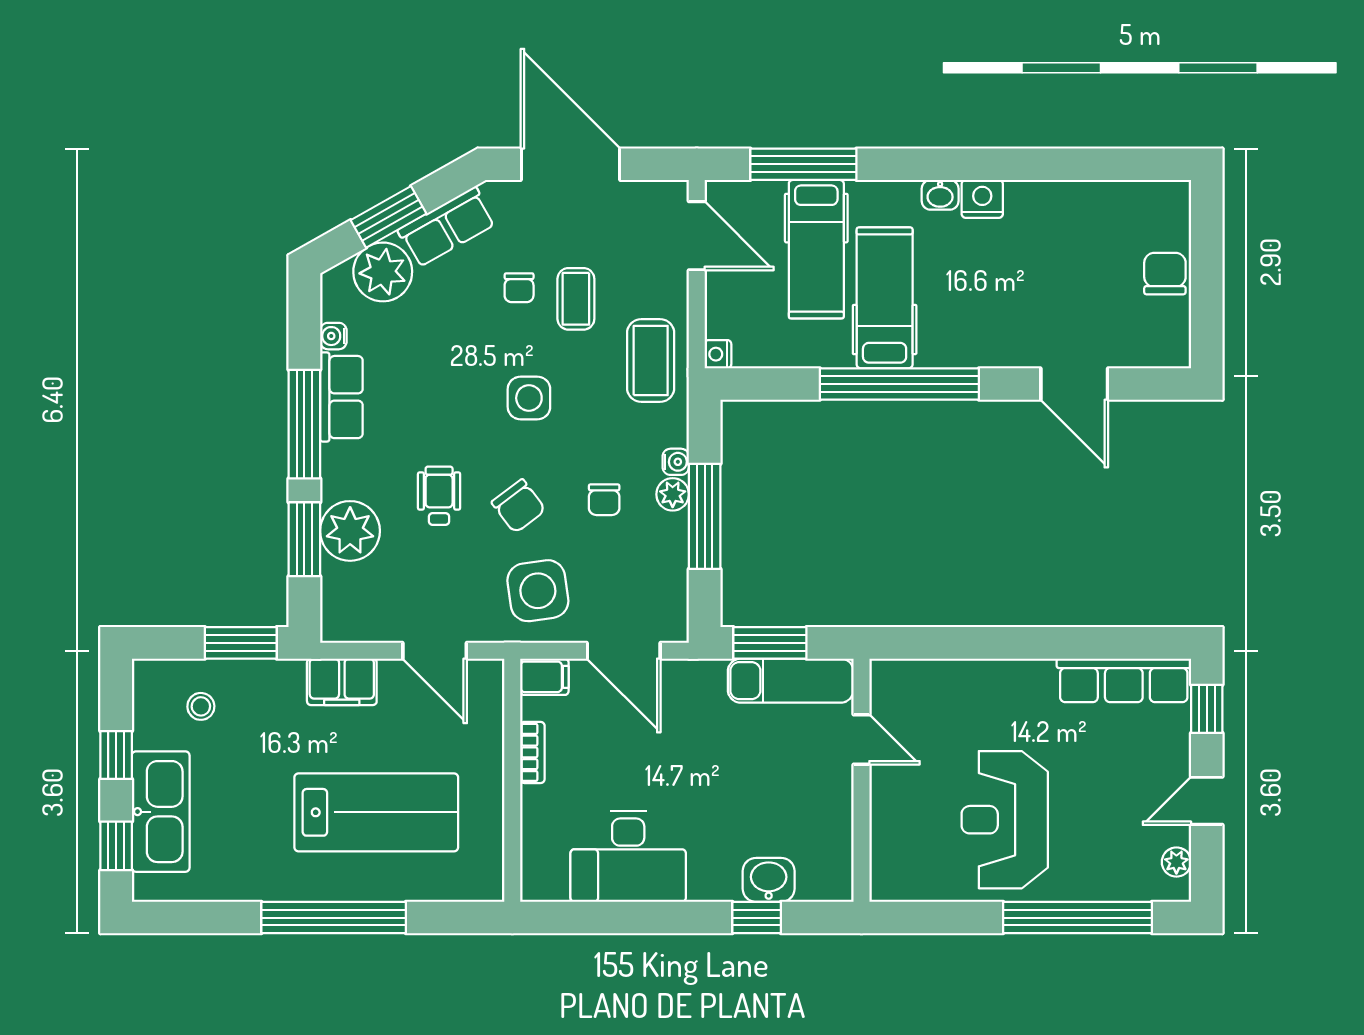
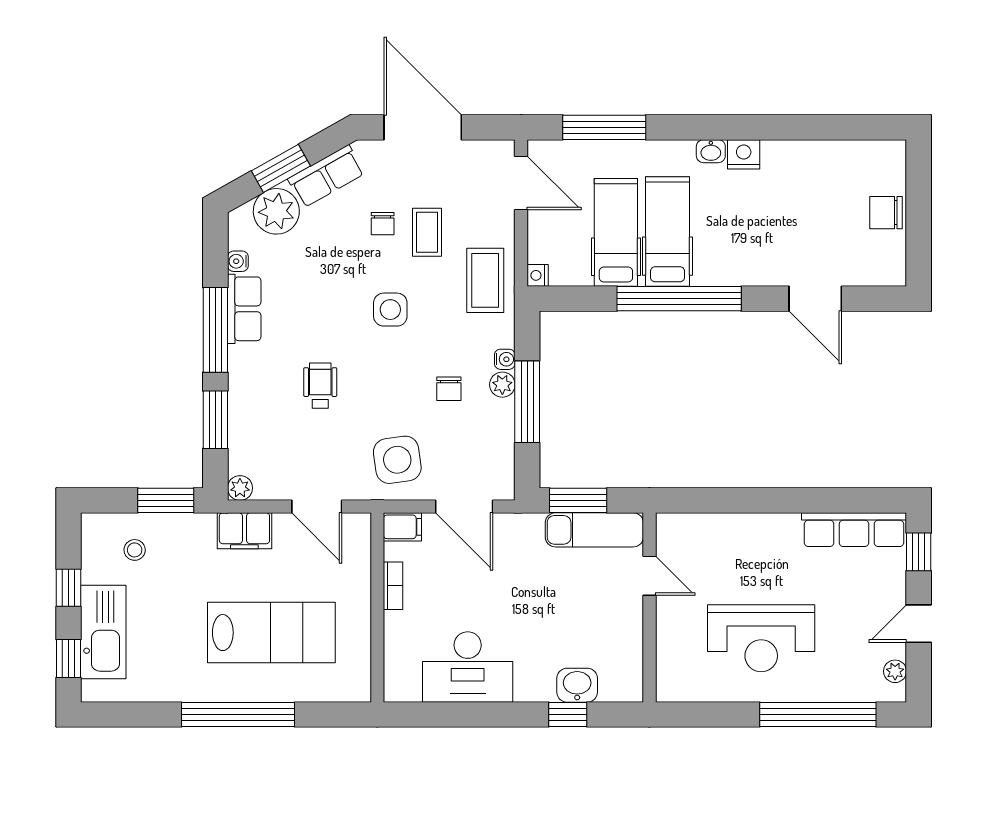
hospital bed: (816, 249) -> (616, 232), moved, turned 180
chair: (1165, 274) -> (886, 213), turned -90
chair: (519, 506) -> (382, 394), removed
plant: (350, 531) -> (240, 488), moved, width x0.53, depth x0.53
reception desk: (1005, 820) -> (761, 638), turned -90

